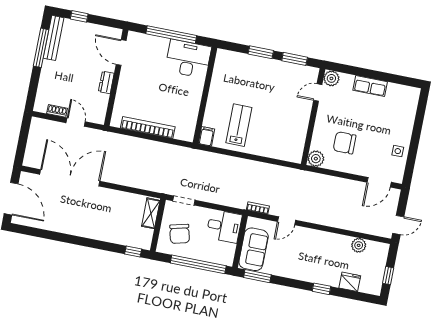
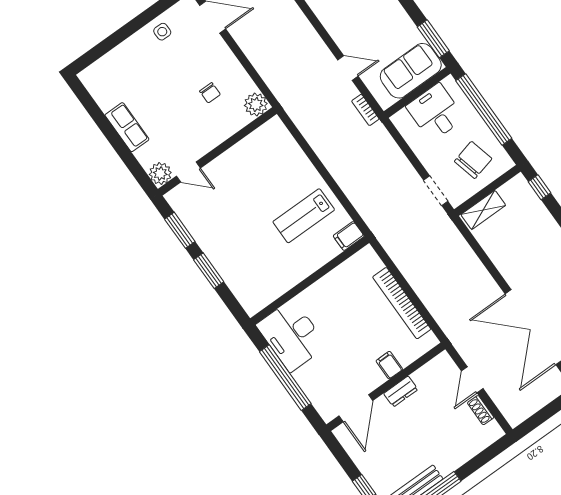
filing cabinet: (125, 90) -> (389, 365), added
chair: (345, 143) -> (210, 93), width x0.54, depth x0.54
desk: (224, 226) -> (435, 112), moved

